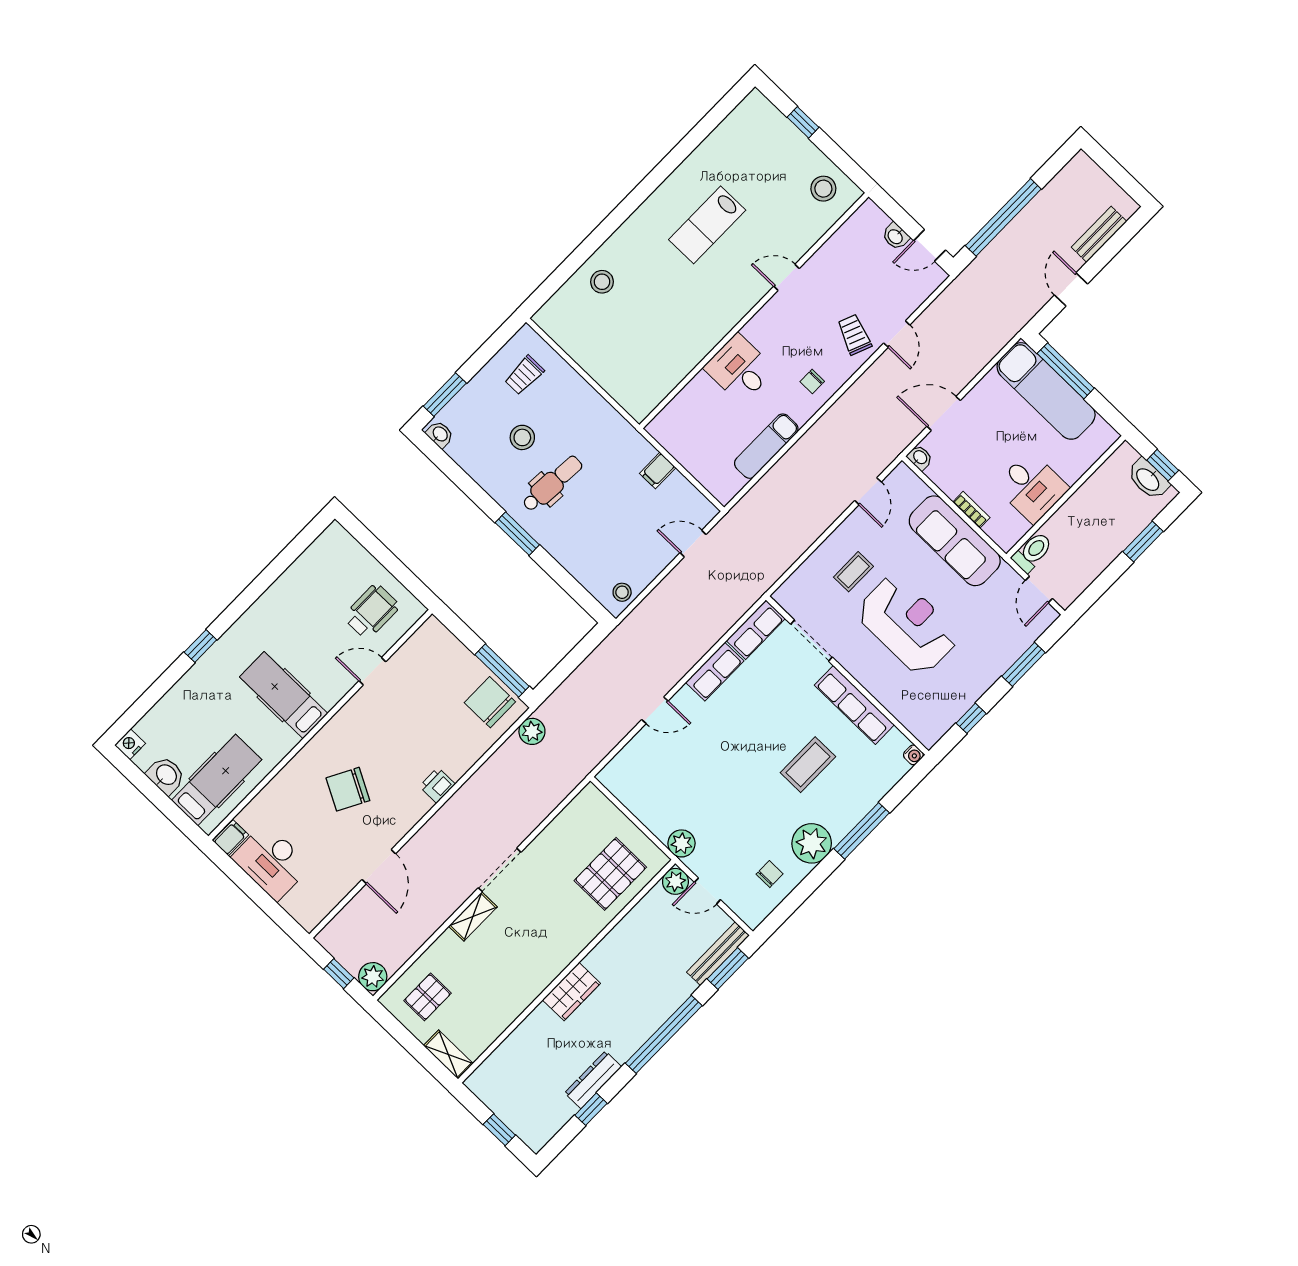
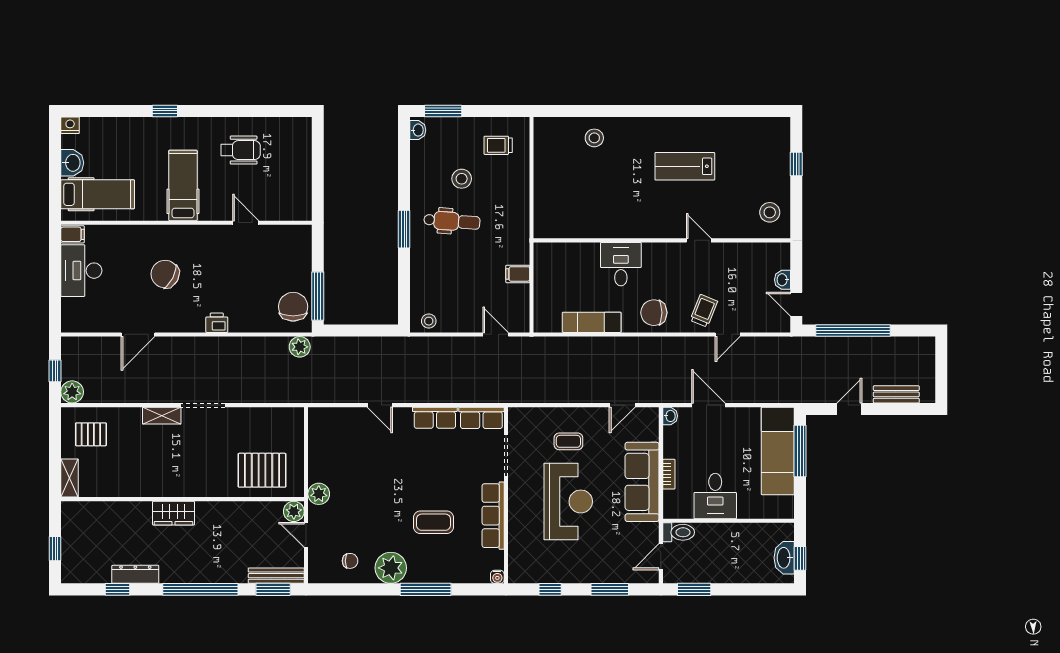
chair: (812, 381) -> (654, 313), width x1.87, depth x1.87
window: (1143, 541) -> (694, 589), moved
wheelchair: (371, 612) -> (240, 150), moved

